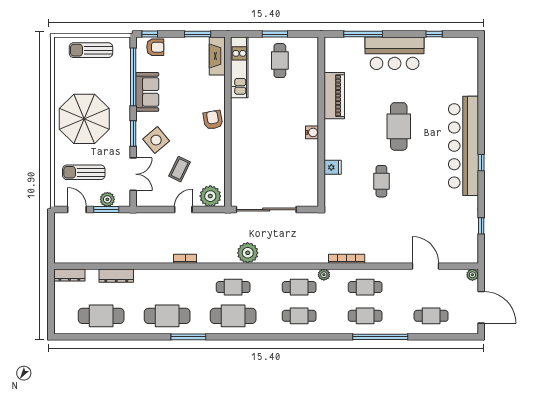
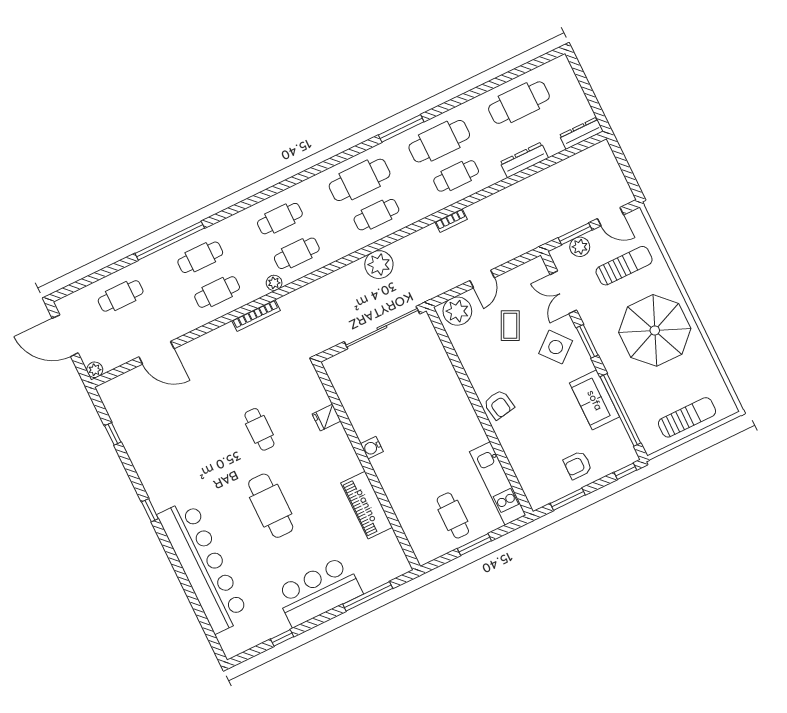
armchair: (155, 47) -> (578, 465), moved
fireplace: (217, 56) -> (531, 484), removed
bar counter: (463, 146) -> (203, 566), moved
cafe table: (167, 287) -> (456, 176), added

